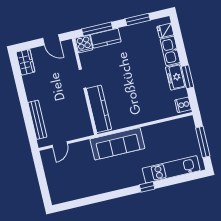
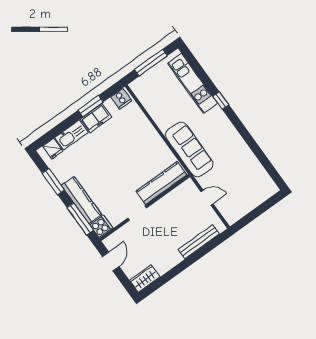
kitchen counter: (106, 38) -> (81, 200), width x1.50
door: (60, 145) -> (207, 198), moved

